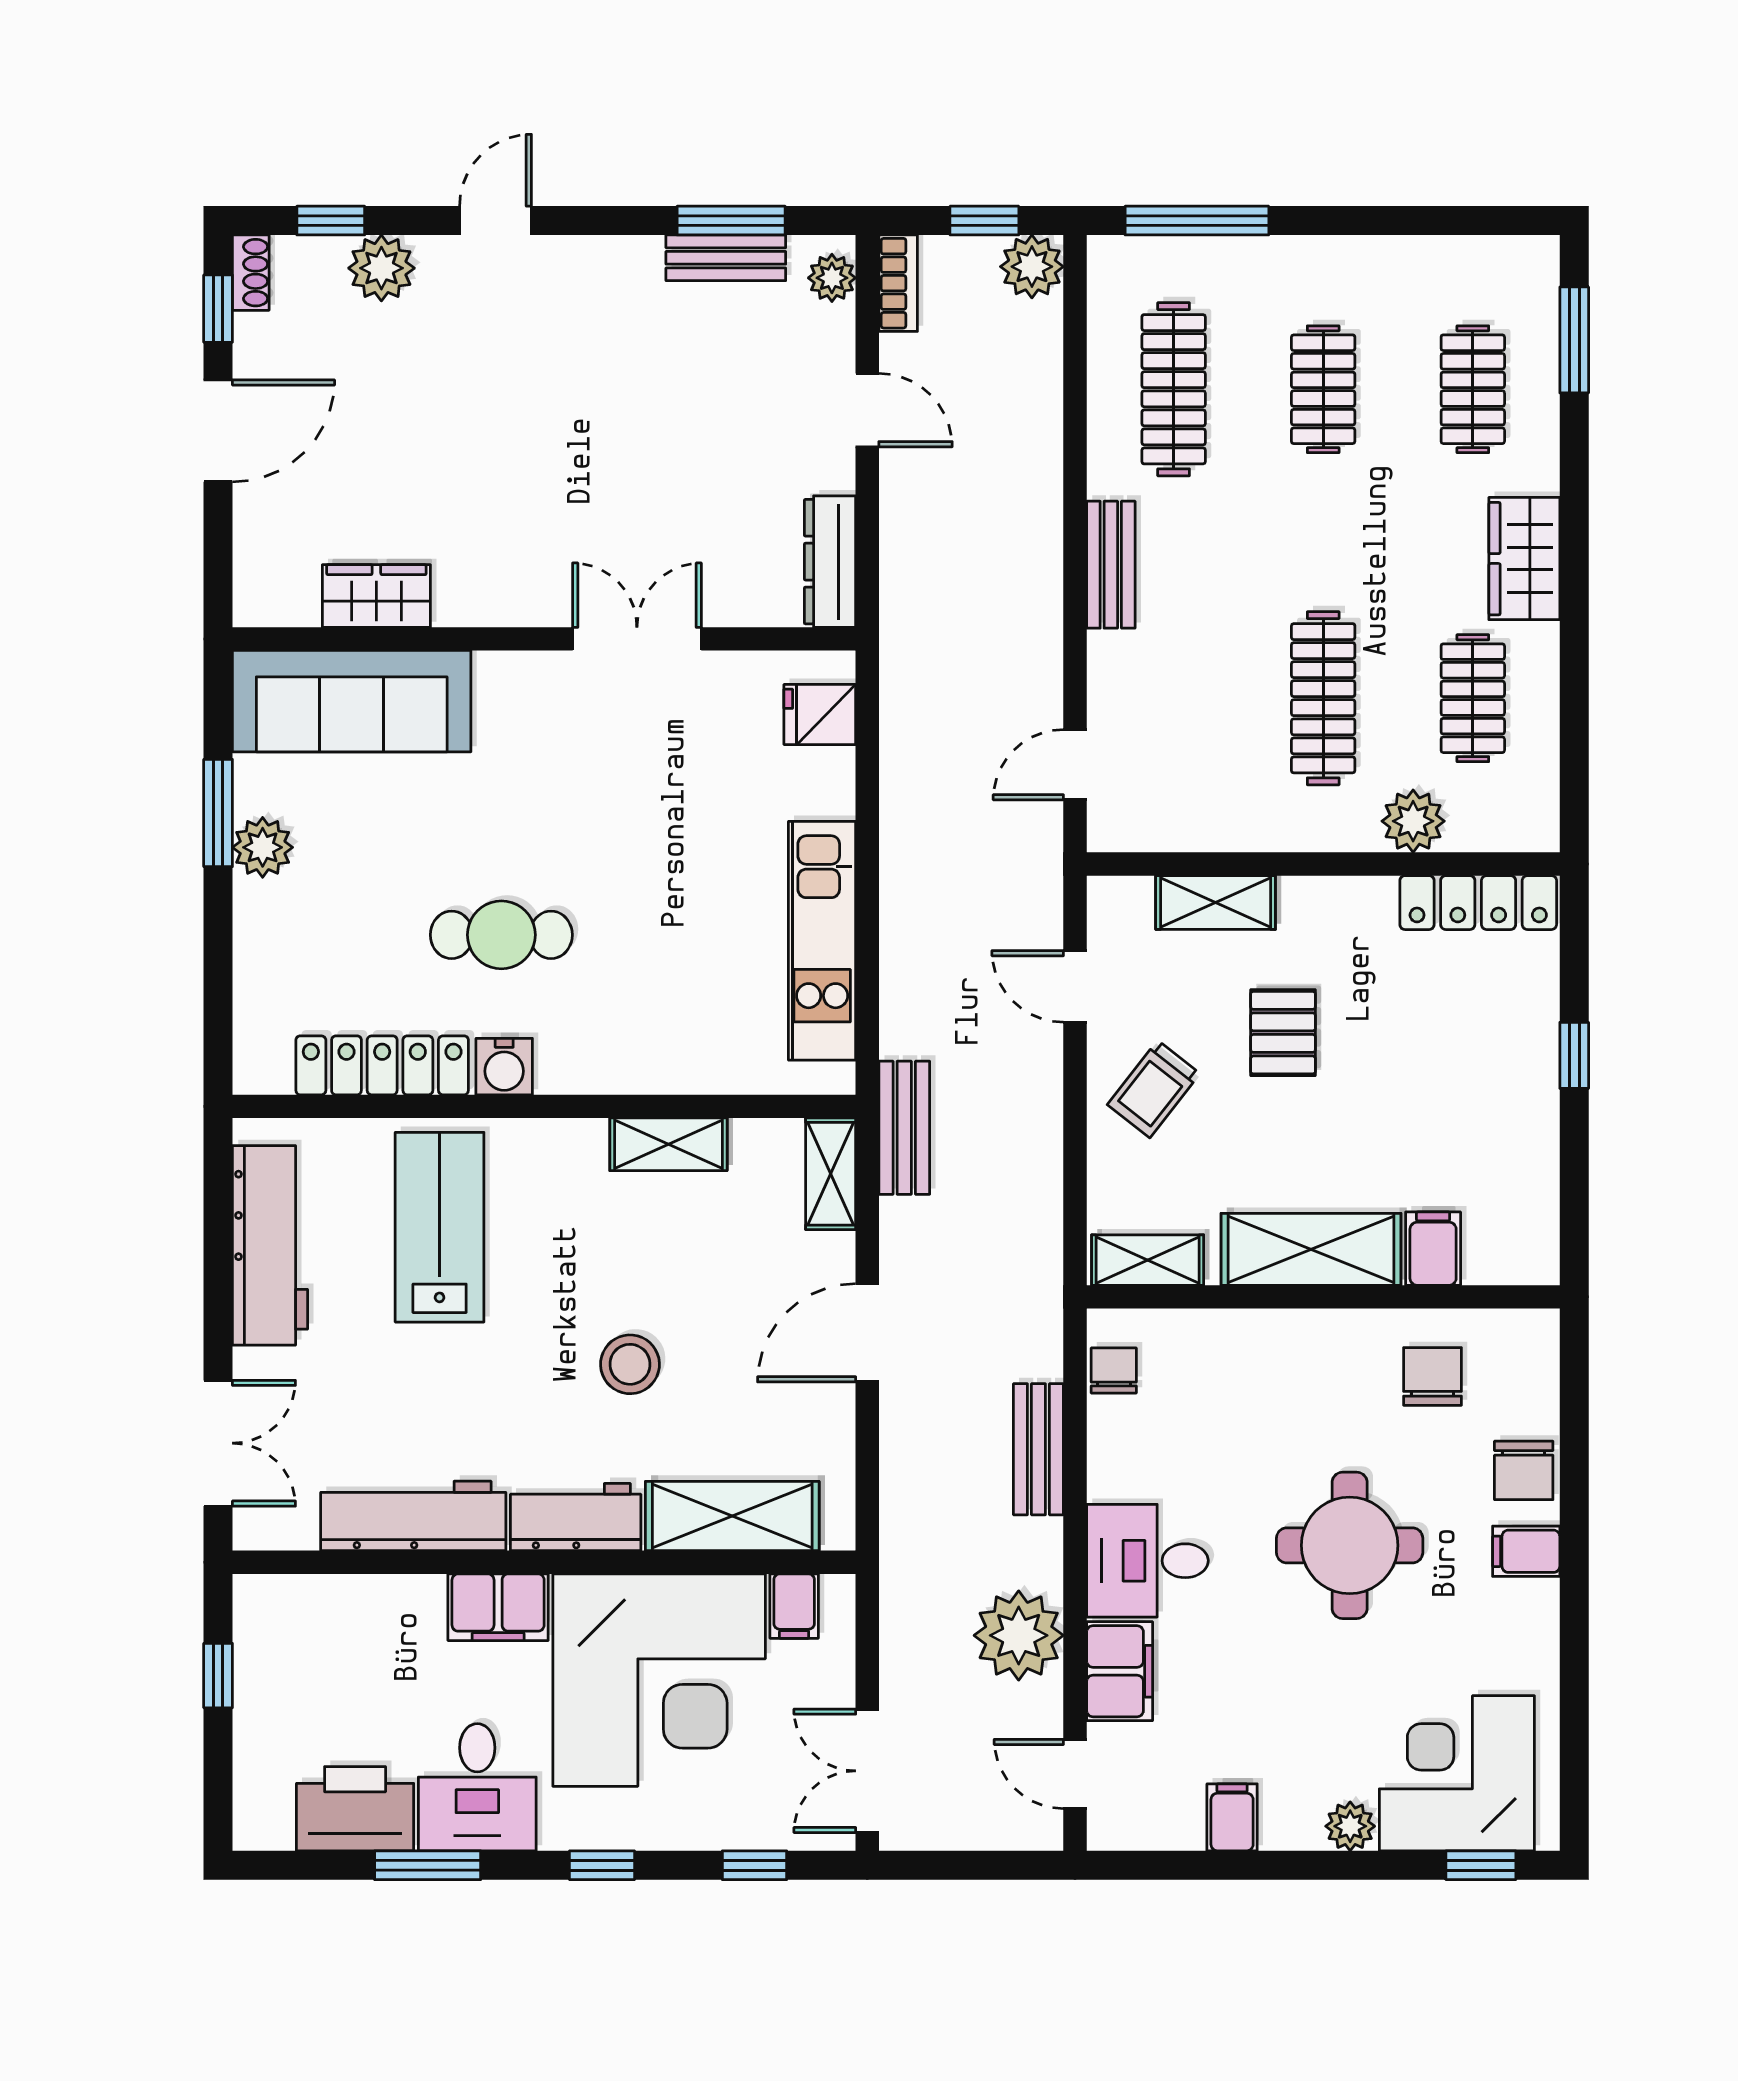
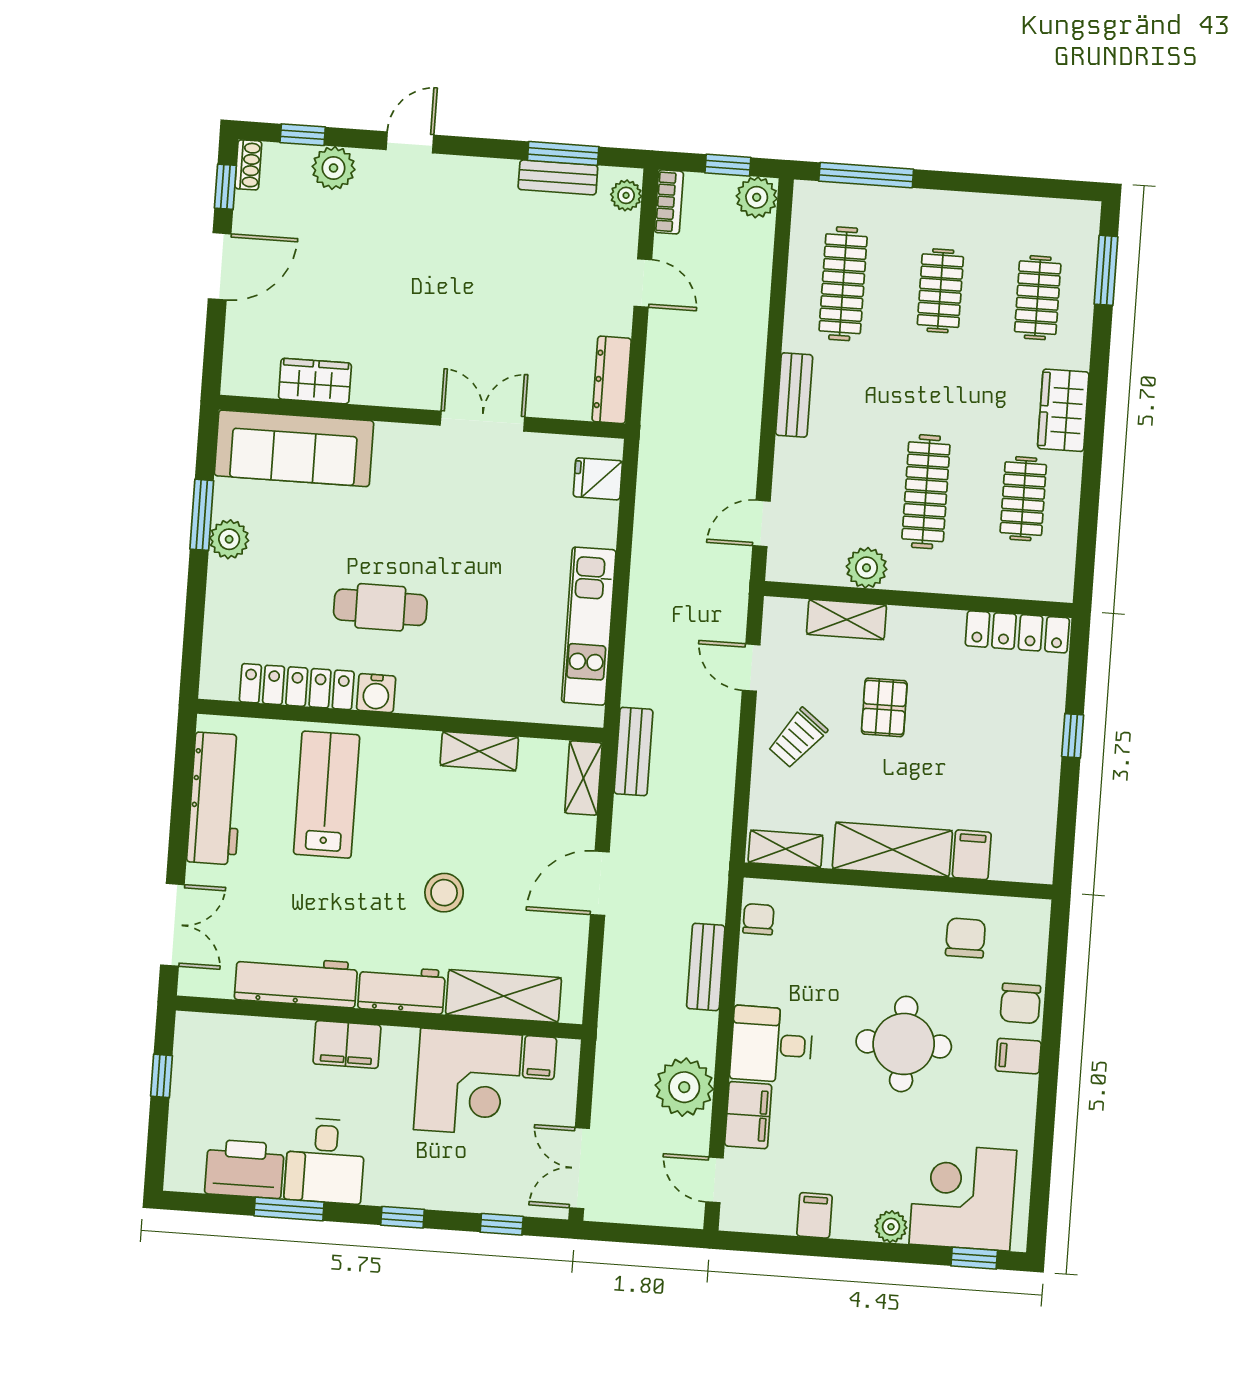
plant: (1413, 821) -> (867, 568), moved
corner desk: (659, 1680) -> (468, 1082), width x0.74, depth x0.74

